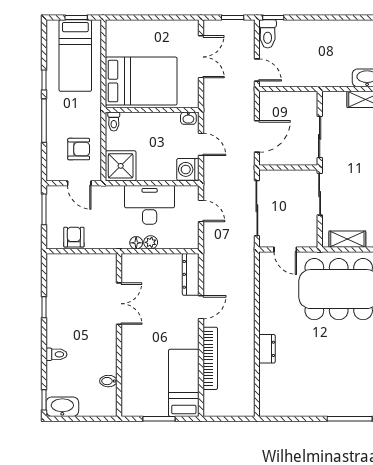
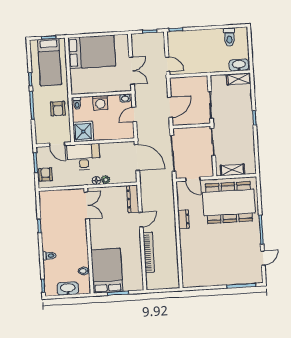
toilet: (268, 34) -> (229, 37), moved
double door: (201, 57) -> (132, 71), moved
bed: (141, 81) -> (92, 52), moved
door: (201, 144) -> (134, 115), swing flipped
armchair: (79, 149) -> (58, 109), moved, turned 90
washing machine: (188, 169) -> (100, 103), moved, turned -90
desk: (150, 205) -> (84, 157), moved
door: (201, 211) -> (137, 157), width x1.87
armchair: (74, 237) -> (46, 175), moved
double door: (119, 304) -> (87, 205), moved
dresser: (267, 349) -> (183, 219), moved
bed: (184, 383) -> (107, 271), moved, width x1.50
washbasin: (62, 407) -> (68, 289), moved

